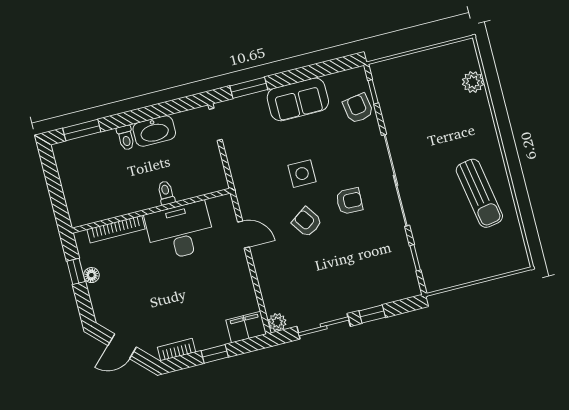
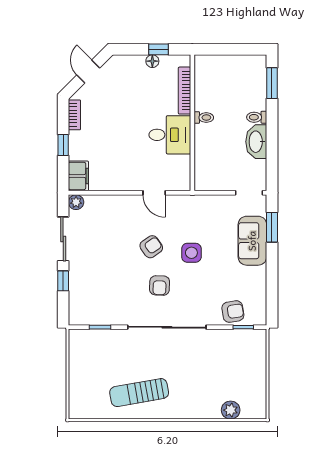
sofa: (298, 99) -> (252, 241), moved
toilet: (166, 193) -> (204, 118), moved
desk: (180, 231) -> (170, 135), width x0.73
door: (243, 234) -> (154, 193), hinge flipped

